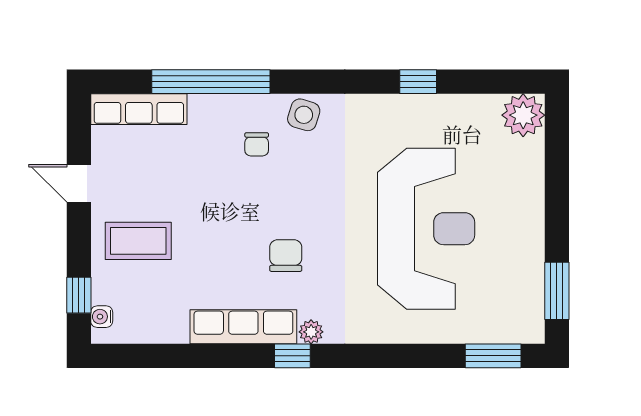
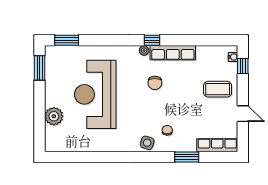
window: (211, 82) -> (187, 157), width x0.47
window: (418, 82) -> (98, 157), removed
plant: (523, 115) -> (54, 116), moved

